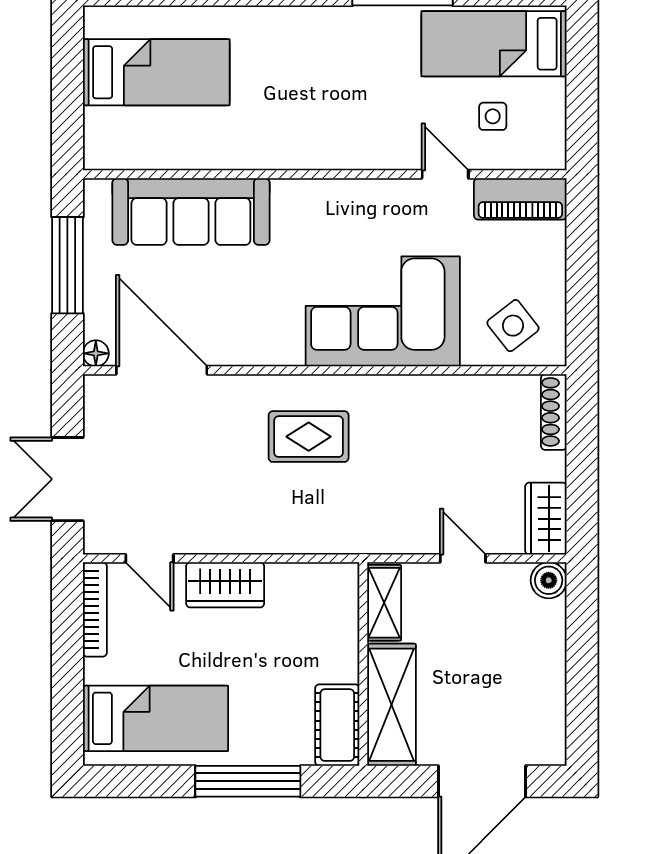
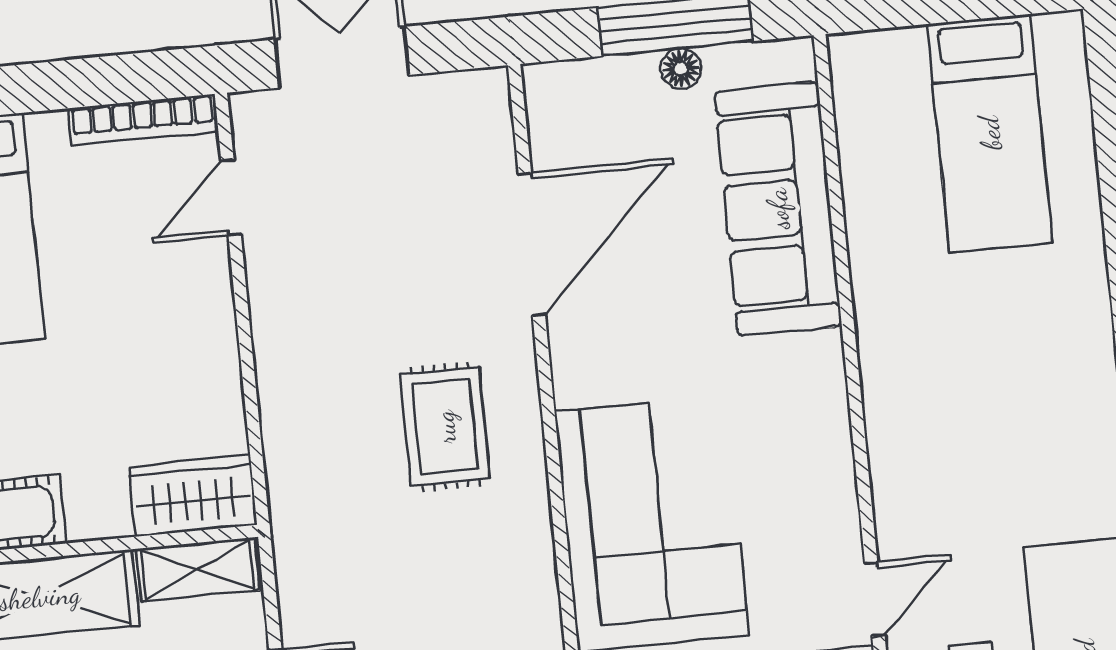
floor lamp: (96, 353) -> (681, 69), moved
door: (162, 370) -> (532, 244), moved
wardrobe: (225, 585) -> (193, 496), moved, turned 90

